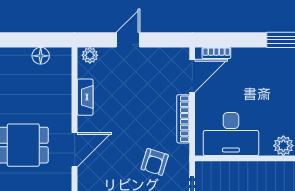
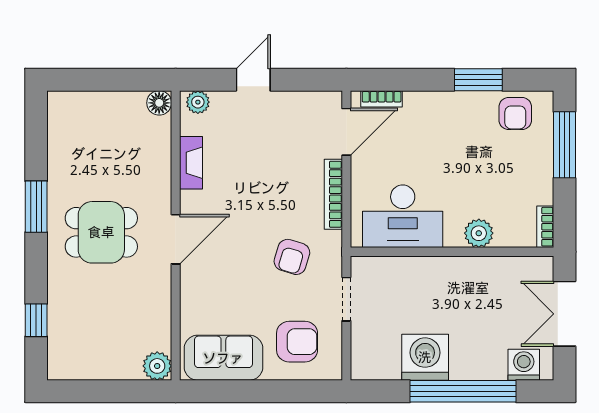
floor lamp: (41, 56) -> (159, 103), moved

